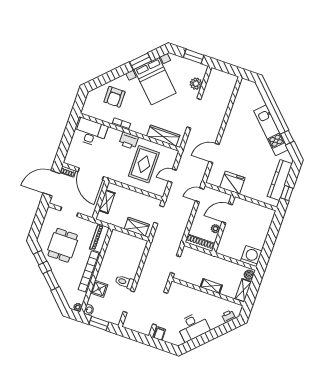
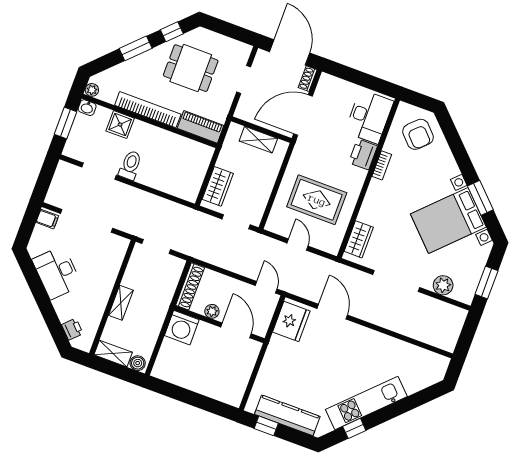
armchair: (114, 97) -> (418, 134), moved, turned -134
wardrobe: (163, 136) -> (359, 239), width x0.67
printer: (129, 141) -> (363, 154), moved
fridge: (232, 183) -> (291, 321), moved
washing machine: (251, 256) -> (182, 328), moved, turned 90

